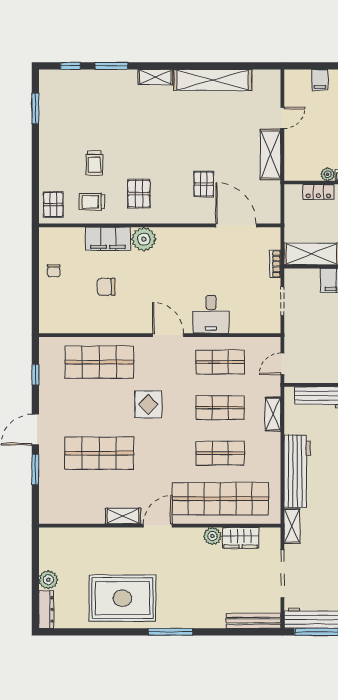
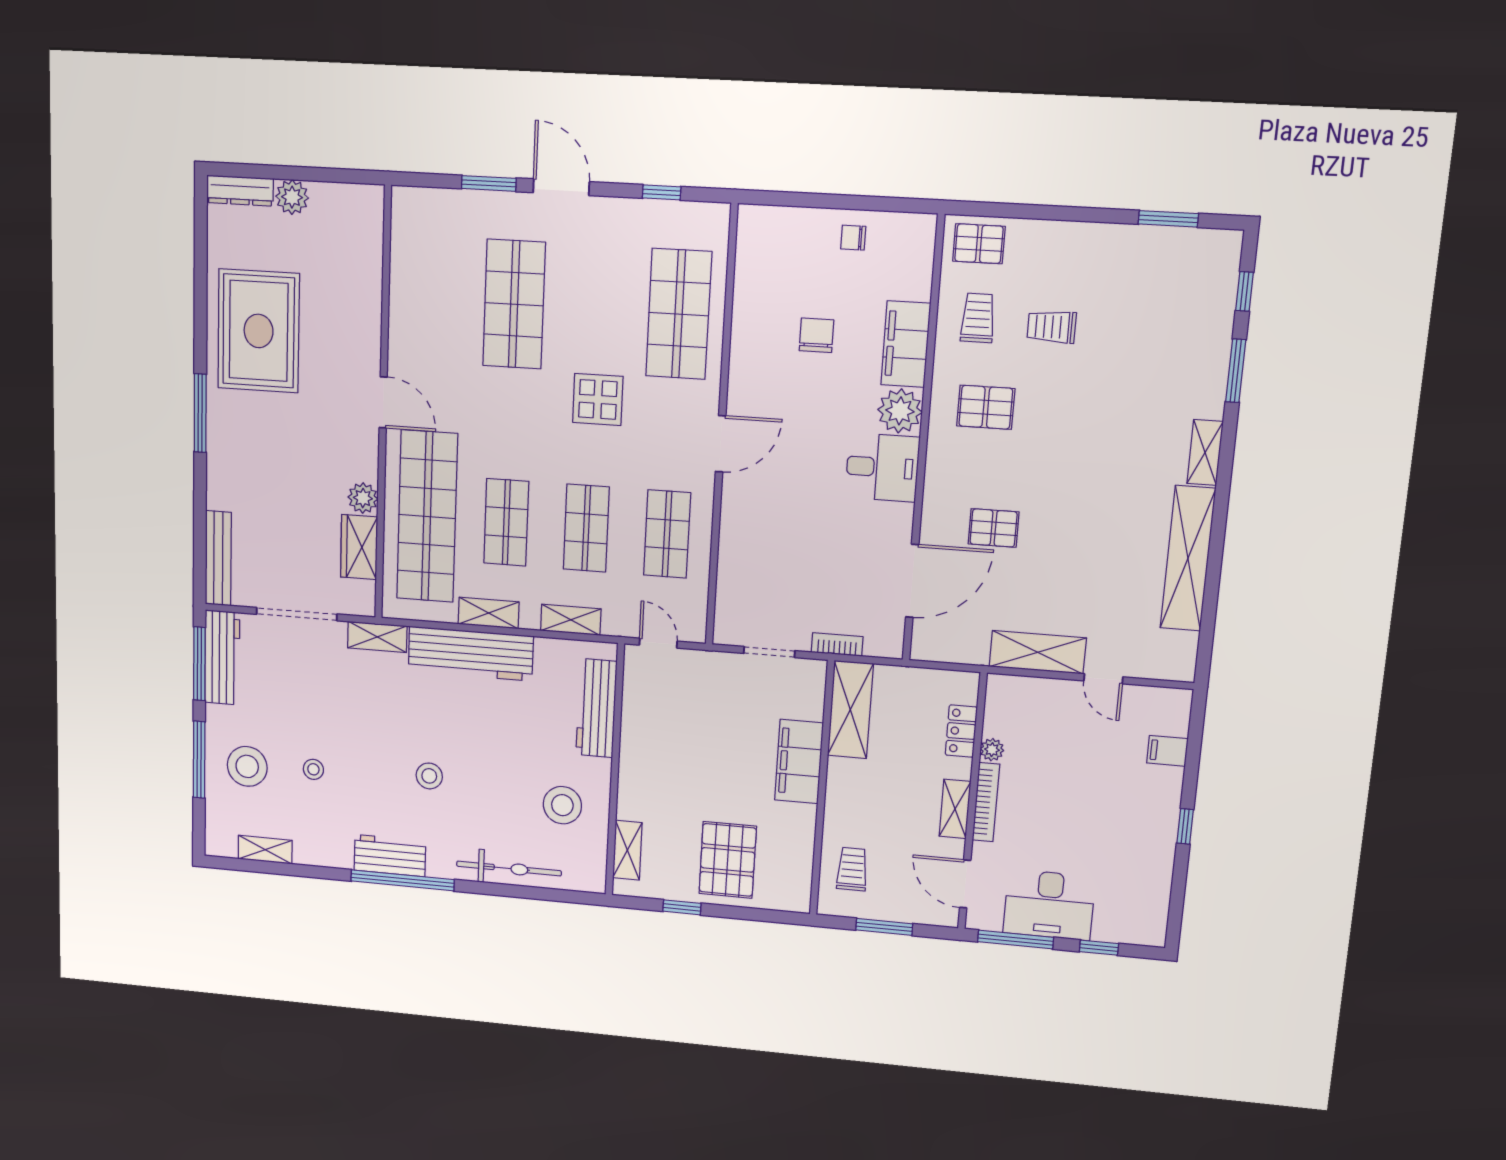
desk: (211, 314) -> (882, 467), moved, turned 180
shelving: (123, 516) -> (489, 613), moved, turned 90

